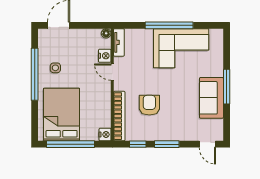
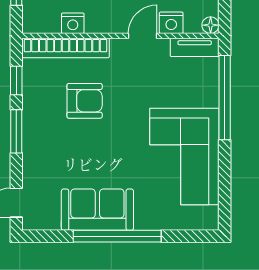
window: (169, 25) -> (225, 98), moved
window: (227, 87) -> (117, 236), width x1.46
nightstand: (105, 134) -> (73, 23), moved

